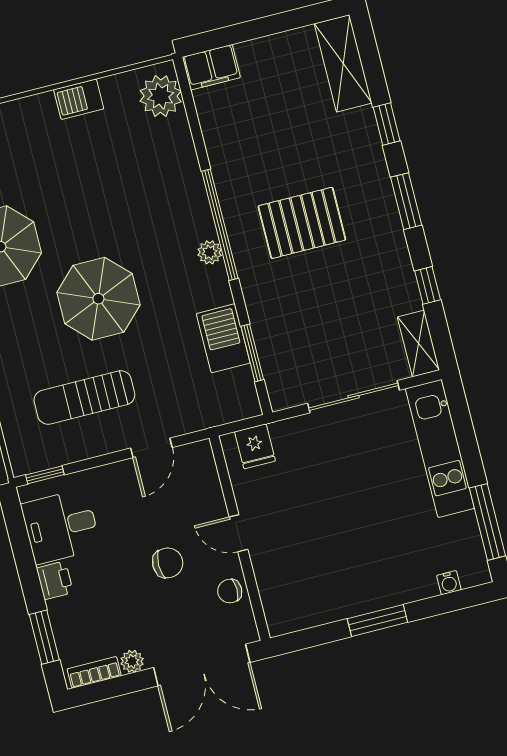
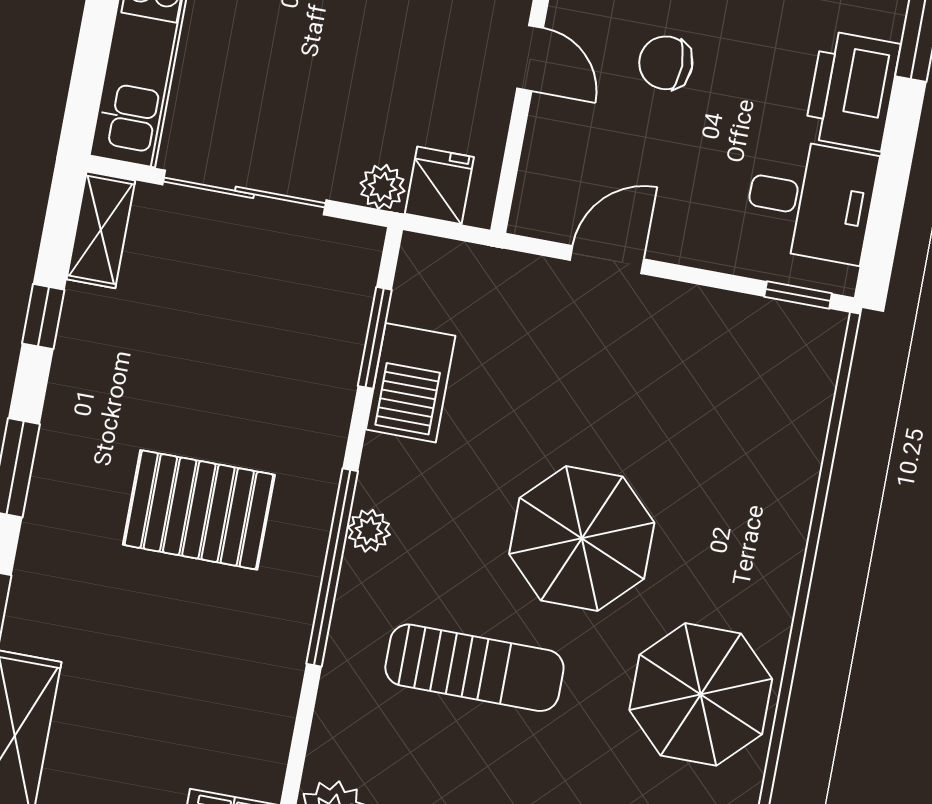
sun lounger: (84, 397) -> (474, 668), moved
plant: (284, 432) -> (382, 187), added
printer: (55, 580) -> (852, 91), width x1.87, depth x1.48

